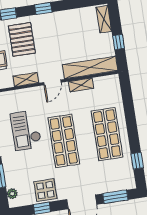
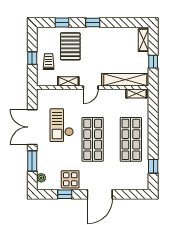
shelving: (81, 85) -> (136, 93), moved
window: (115, 197) -> (130, 194), removed

